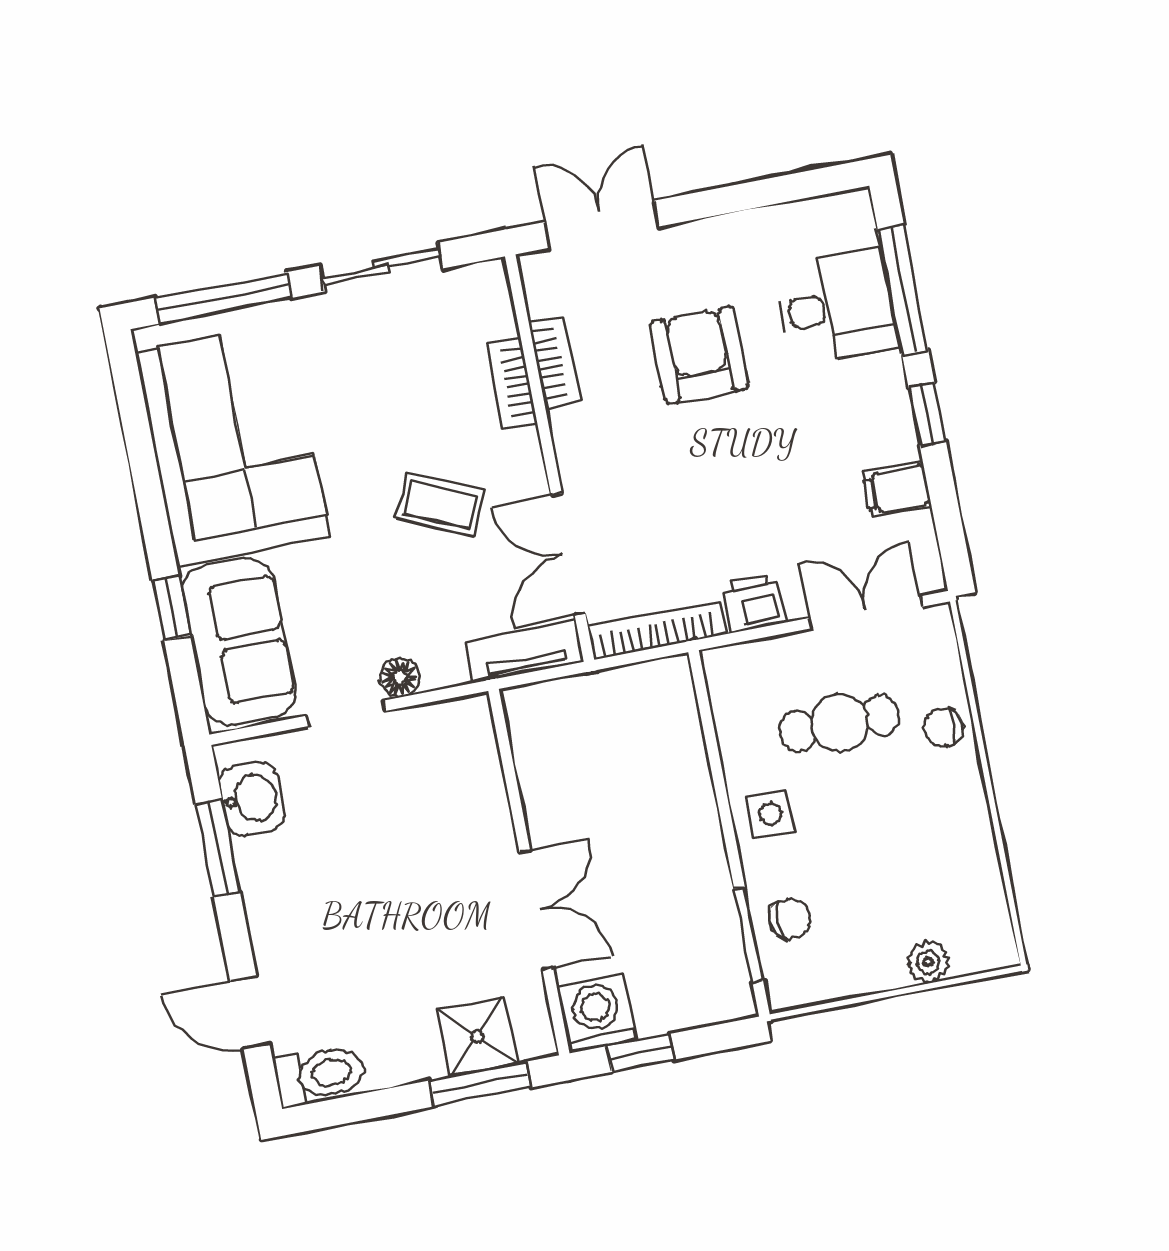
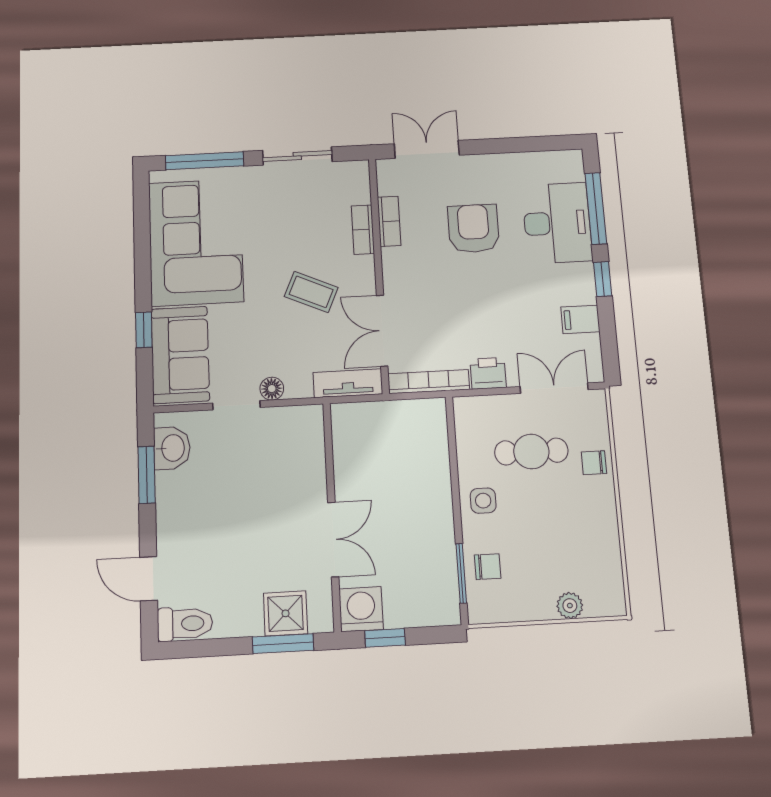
desk: (836, 307) -> (557, 223), width x1.37

